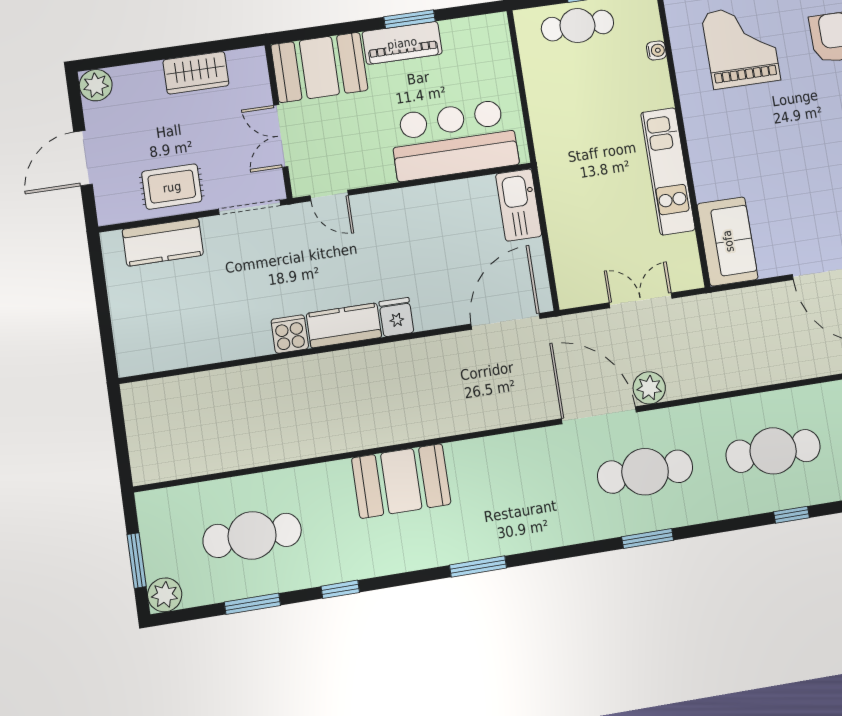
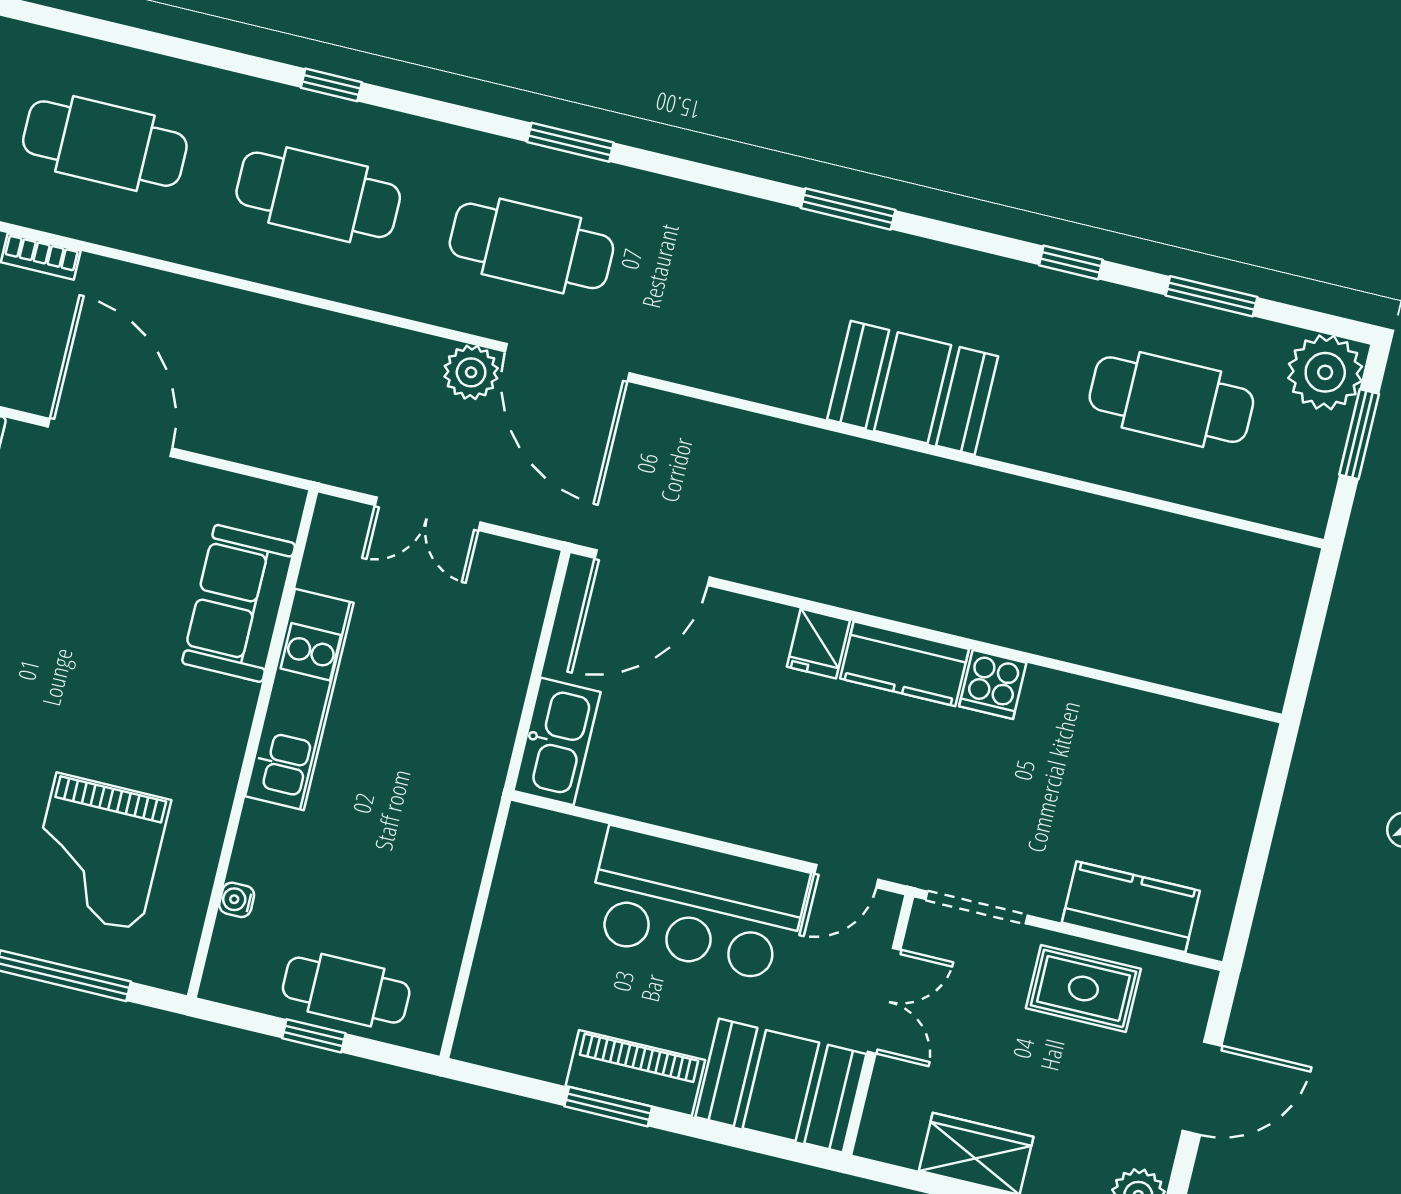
bar counter: (454, 140) -> (697, 905), moved
door: (329, 196) -> (846, 876), swing flipped
sofa: (728, 241) -> (239, 603), moved
plant: (165, 595) -> (1325, 372), width x1.36, depth x1.36

